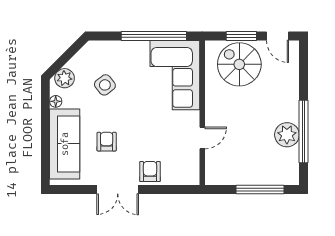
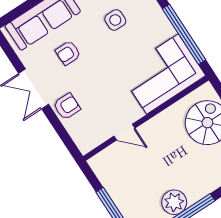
side table: (105, 85) -> (115, 20), turned 38
armchair: (107, 142) -> (68, 53), turned 180

